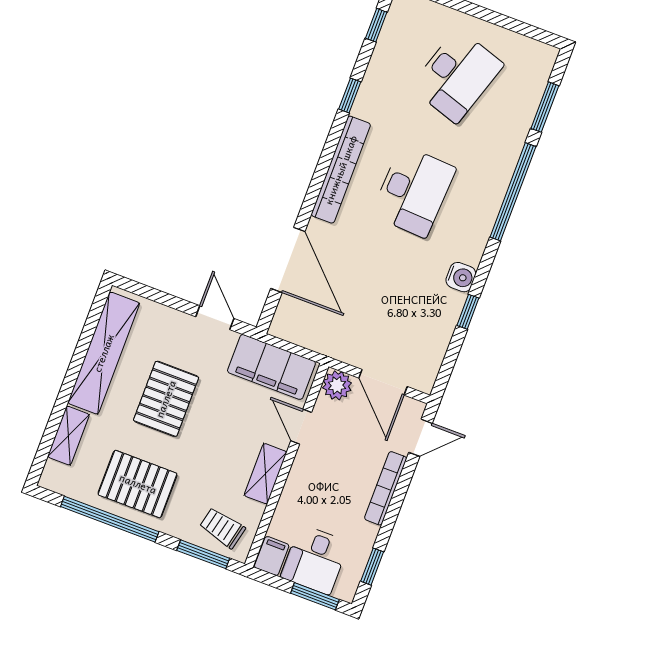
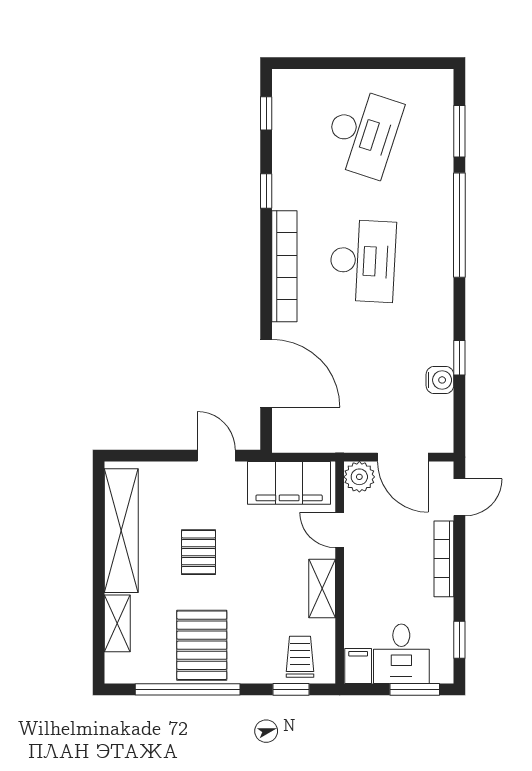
water cooler: (461, 277) -> (440, 380), moved
pallet: (166, 399) -> (199, 552), width x0.67, depth x0.71
pallet: (138, 484) -> (202, 645), turned 90
trolley: (222, 528) -> (300, 657), turned 77
window: (203, 554) -> (291, 689), width x0.67

